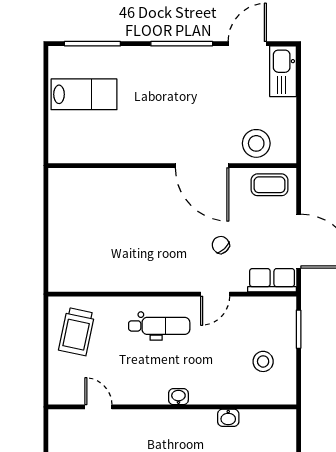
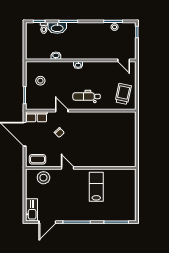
lab bench: (84, 94) -> (96, 187), moved, turned 90
door: (202, 166) -> (68, 168), width x0.53
door: (215, 294) -> (62, 111), hinge flipped
door: (98, 407) -> (124, 60), moved

